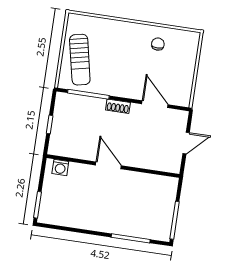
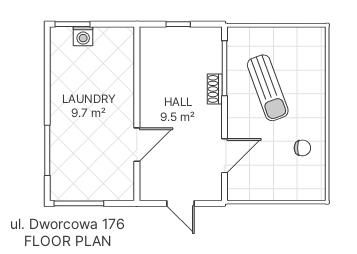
sun lounger: (80, 60) -> (268, 88), moved, turned -98
shoe rack: (118, 106) -> (215, 89), moved
door: (108, 165) -> (137, 145), moved
washing machine: (60, 168) -> (83, 36), moved, turned -90

